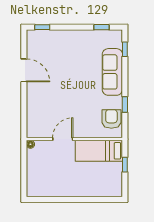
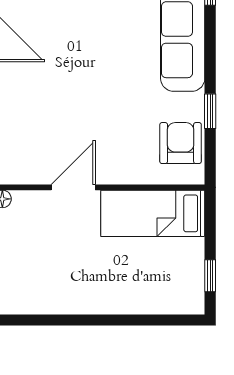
window: (125, 165) -> (210, 276), moved

